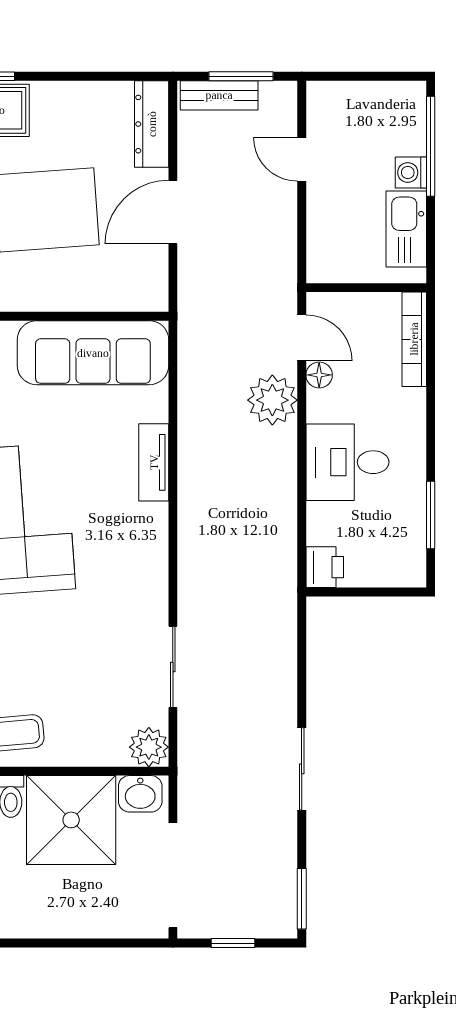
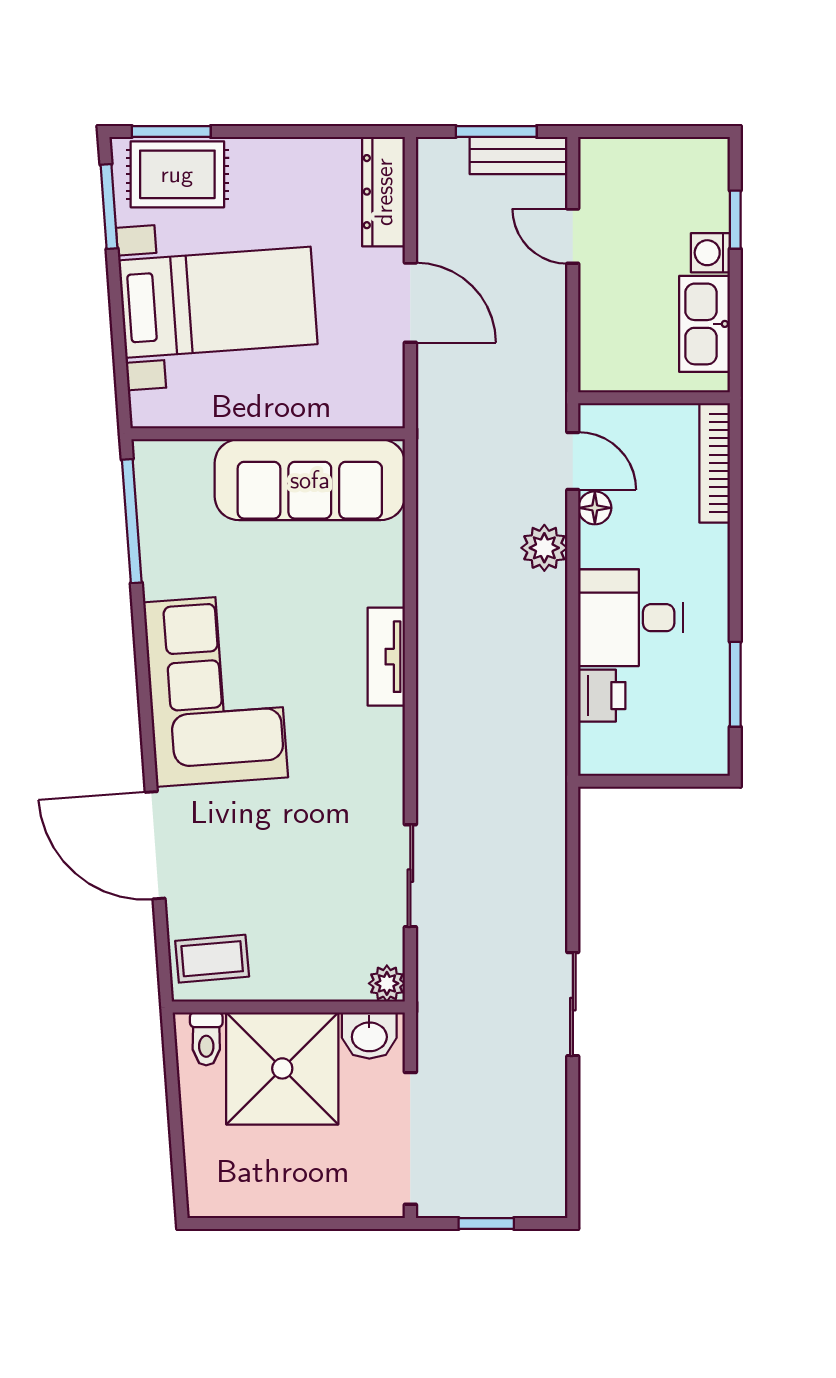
bench: (219, 95) -> (519, 156), moved
window: (431, 146) -> (735, 220), width x0.46
door: (173, 212) -> (410, 303), swing flipped
plant: (272, 400) -> (544, 548), width x0.73, depth x0.73
tv unit: (154, 462) -> (386, 657), moved
printer: (325, 567) -> (602, 696), moved
plant: (149, 747) -> (387, 983), width x0.73, depth x0.73
window: (302, 899) -> (573, 1168), removed

